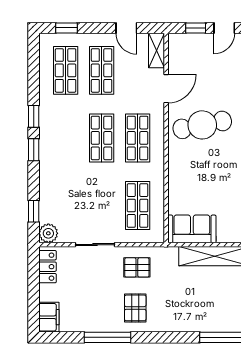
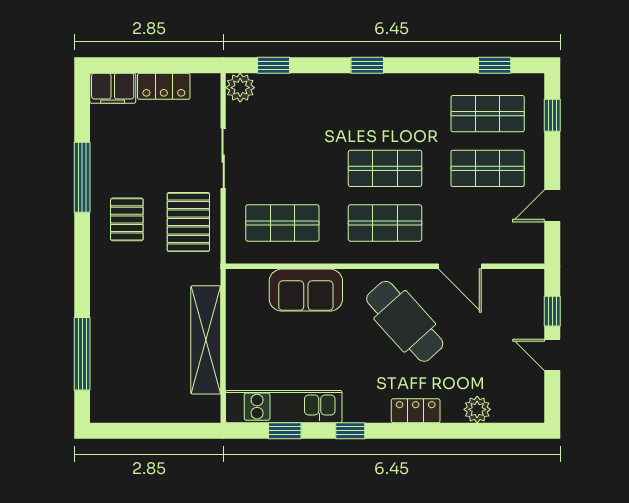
shelving: (156, 51) -> (518, 252), removed
window: (34, 116) -> (495, 65), moved
cafe table: (202, 125) -> (405, 321), turned -31
sofa: (192, 229) -> (306, 290), moved, turned 90
locker: (47, 267) -> (164, 86), moved
pallet: (137, 267) -> (188, 222), width x1.50, depth x1.42
pallet: (135, 308) -> (127, 219), turned 90

